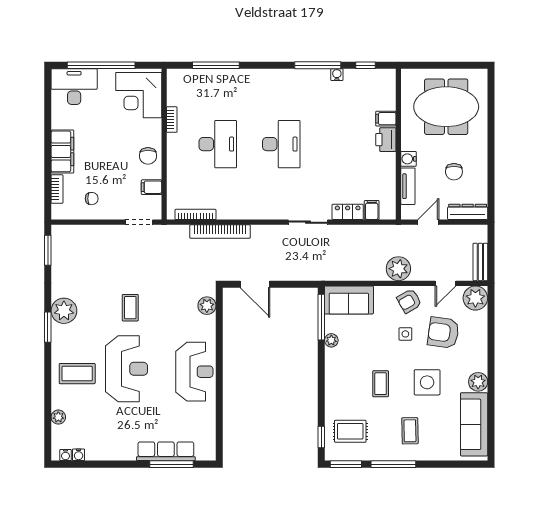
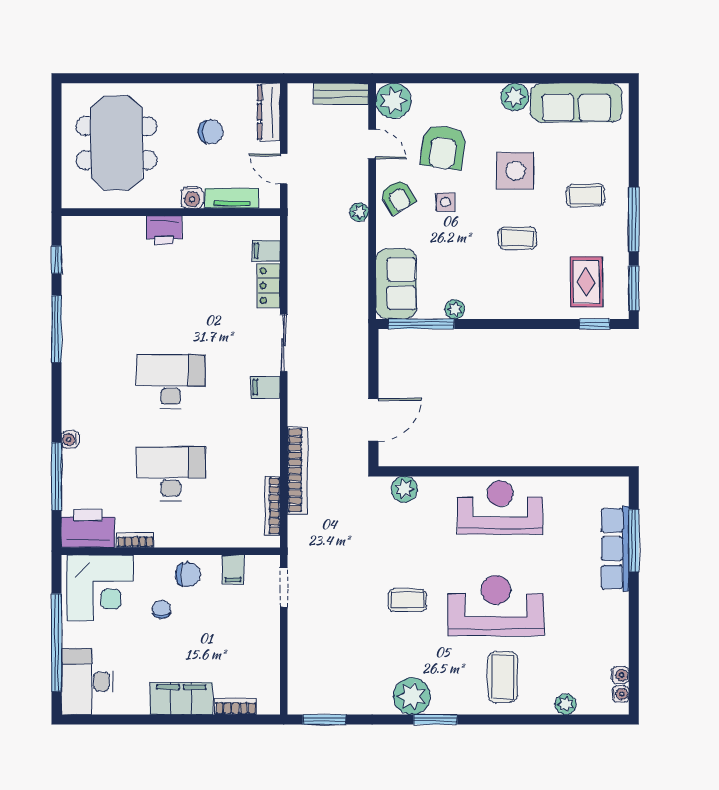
water cooler: (337, 75) -> (70, 440), moved
printer: (180, 87) -> (88, 528), added
filing cabinet: (386, 119) -> (265, 387), moved, turned 90
chair: (92, 199) -> (162, 609), moved
plant: (398, 269) -> (359, 212), width x0.53, depth x0.53

